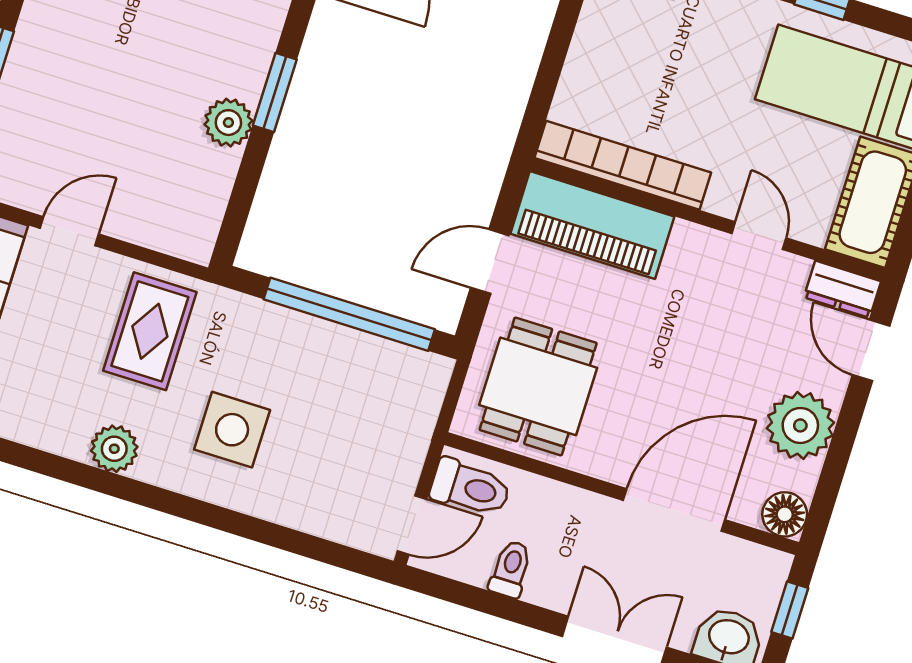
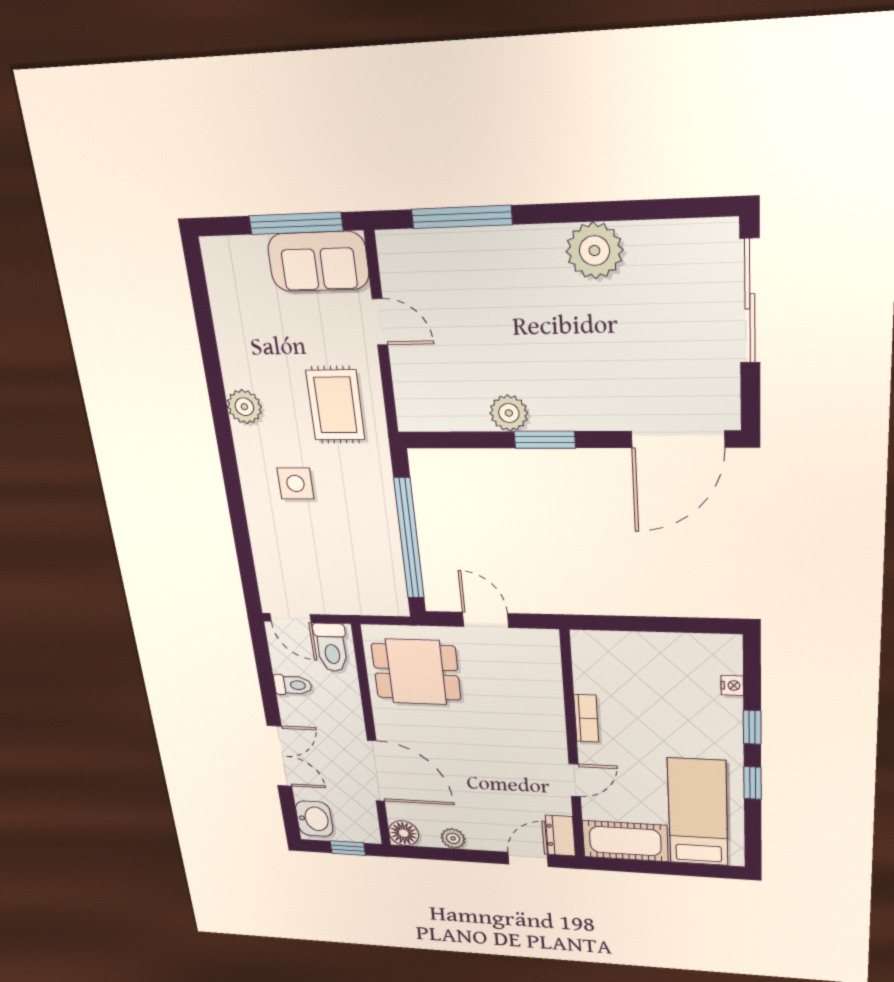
bookcase: (623, 165) -> (586, 718), width x0.43, depth x0.76
piano: (592, 225) -> (539, 678), removed
rug: (150, 331) -> (335, 405), turned 90
plant: (800, 425) -> (453, 838), width x0.53, depth x0.53
side table: (232, 430) -> (295, 483), width x0.73, depth x0.73

